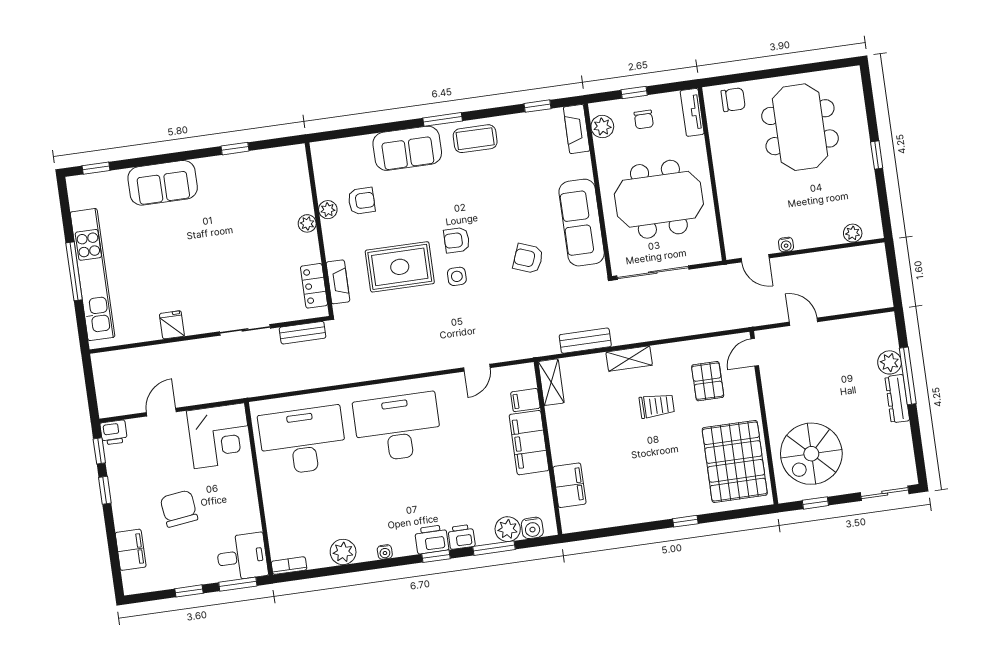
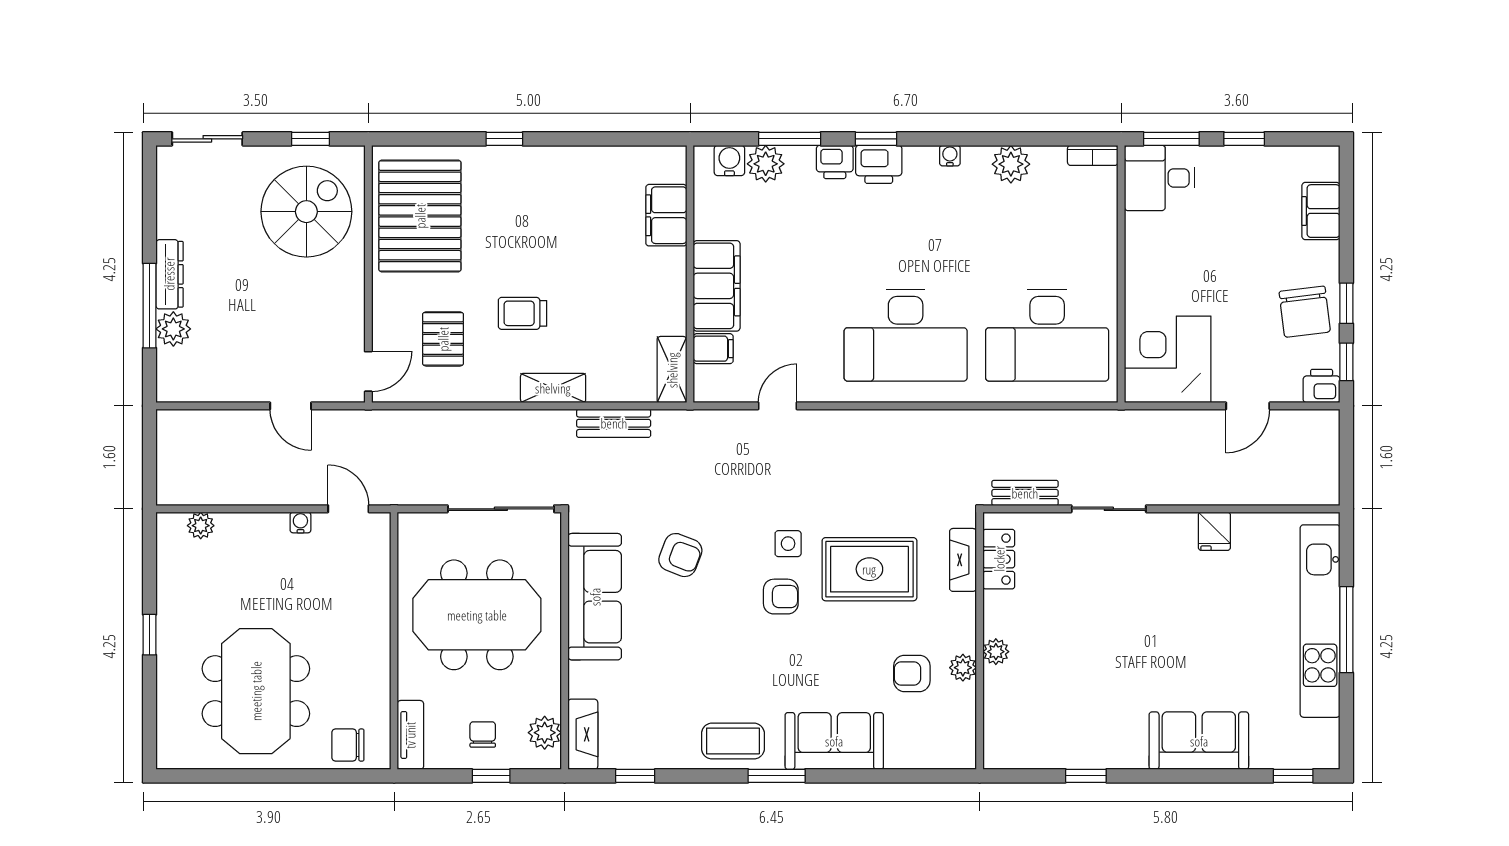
chair: (179, 509) -> (1305, 312), moved

